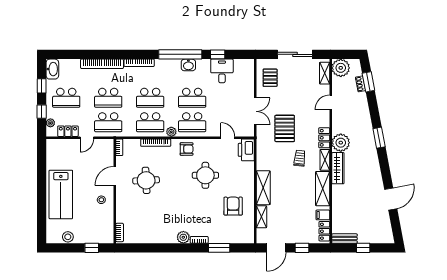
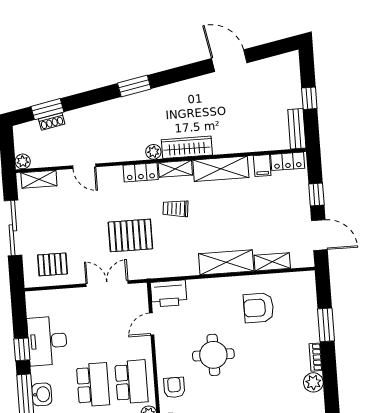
plant: (341, 68) -> (23, 161), width x0.53, depth x0.53
desk: (222, 71) -> (47, 341), width x1.37
plant: (341, 143) -> (153, 152), width x0.53, depth x0.53

